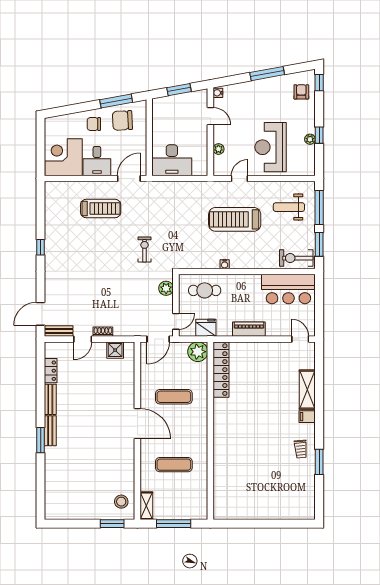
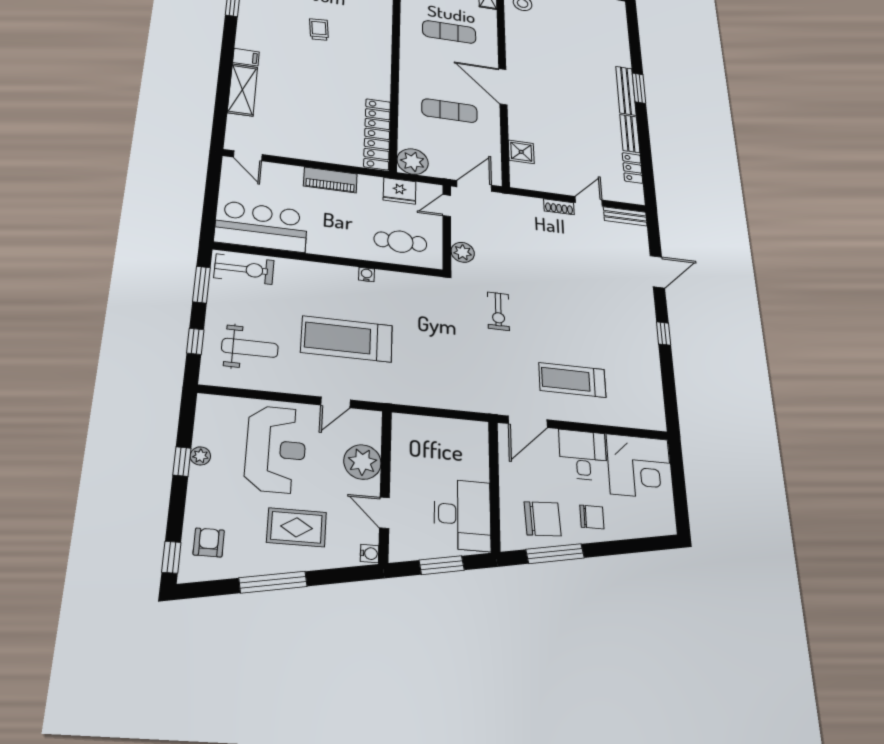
armchair: (301, 92) -> (209, 542), turned 180
rug: (257, 104) -> (297, 527), added
plant: (218, 149) -> (362, 462), width x1.87, depth x1.87
desk: (172, 160) -> (462, 515), moved, turned 90
window: (319, 207) -> (195, 341), width x0.46
treadmill: (235, 219) -> (347, 339), turned 180
door: (41, 314) -> (657, 272), moved
shower: (115, 350) -> (521, 152), moved
bench: (50, 431) -> (626, 91), width x1.36
trolley: (301, 449) -> (319, 30), moved

